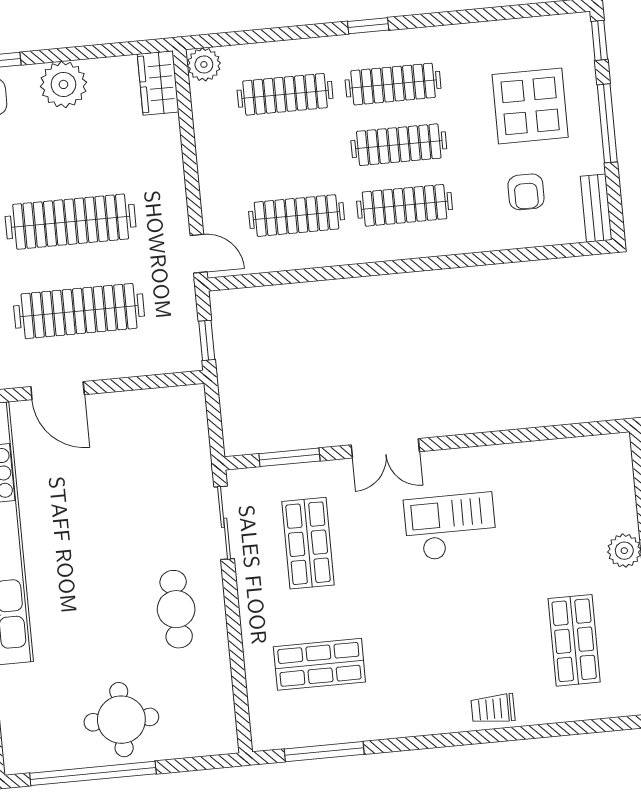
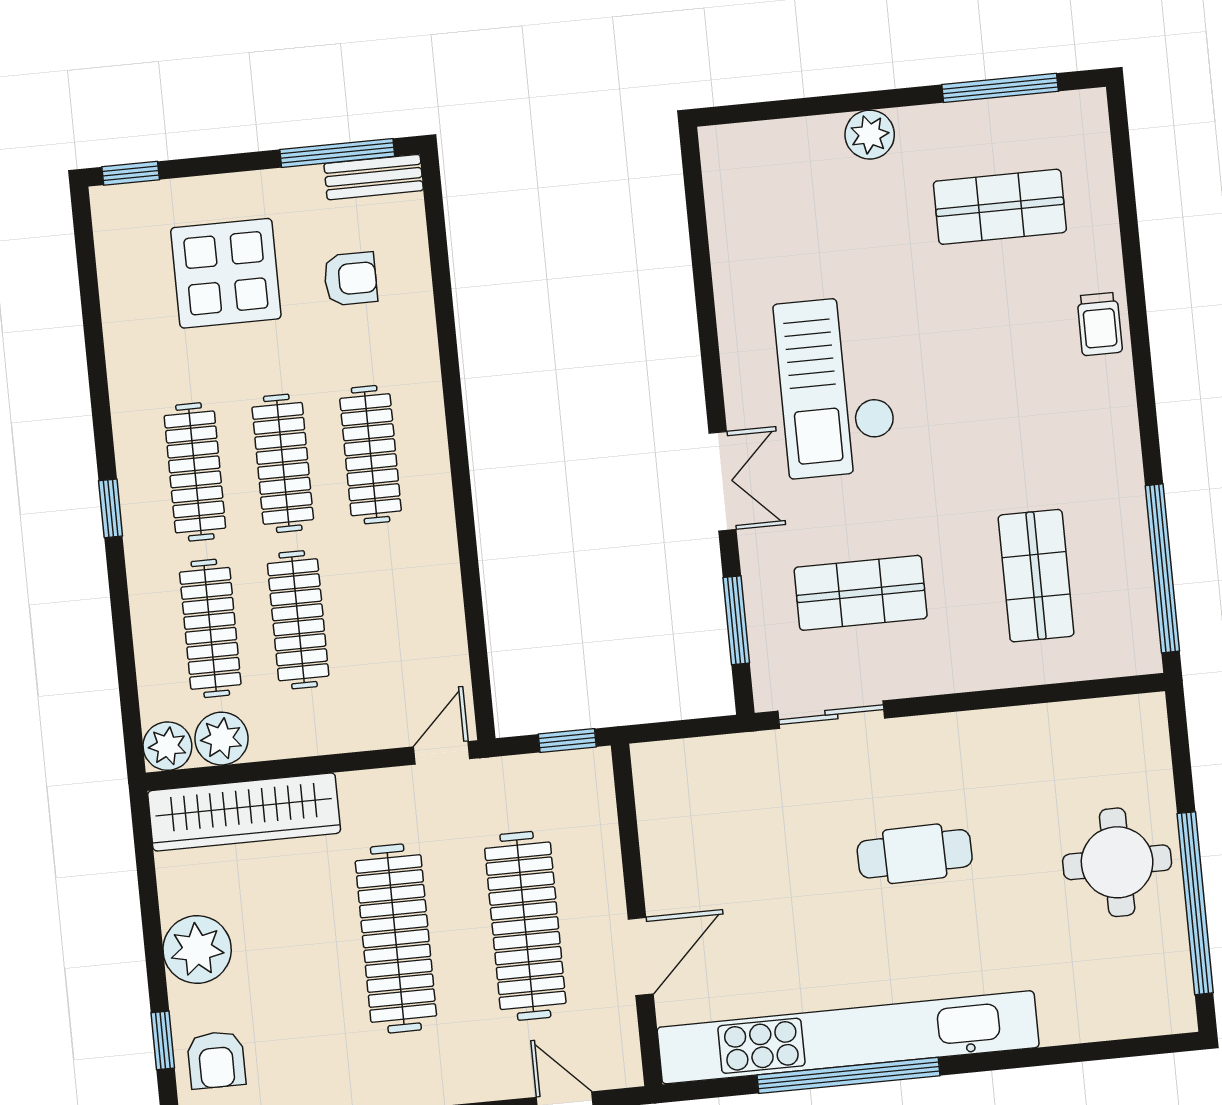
wardrobe: (158, 83) -> (244, 812), width x2.10, depth x1.17
plant: (209, 102) -> (221, 739), added
window: (607, 123) -> (337, 153), moved
clothes rail: (297, 216) -> (298, 620), moved
checkout: (450, 527) -> (836, 387), width x1.36, depth x1.21
cafe table: (176, 609) -> (915, 854), moved
window: (324, 752) -> (1162, 568), width x1.46

